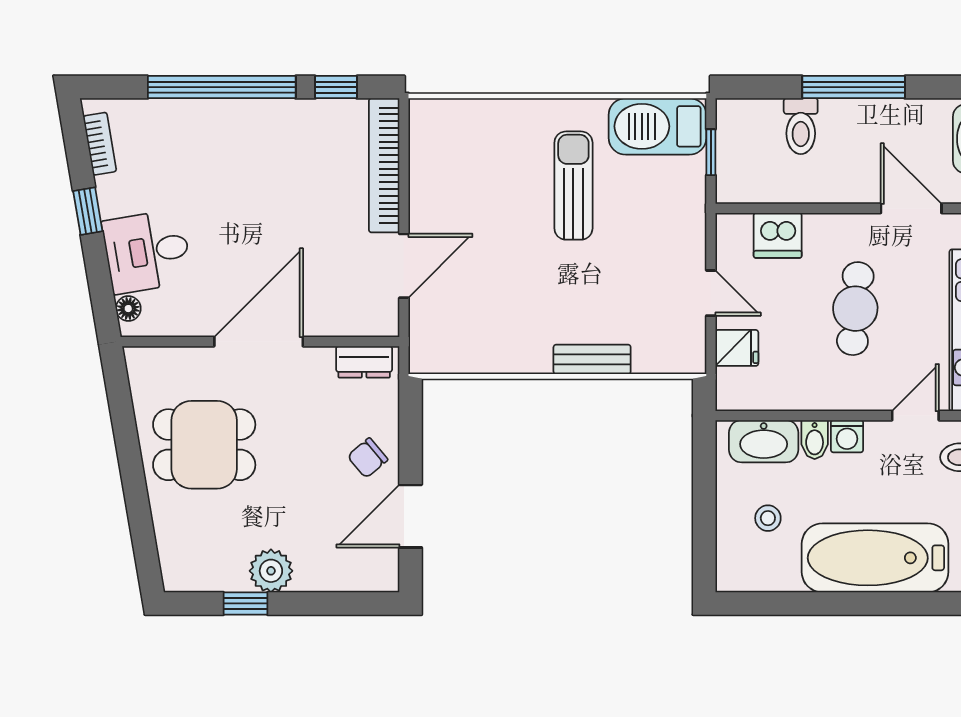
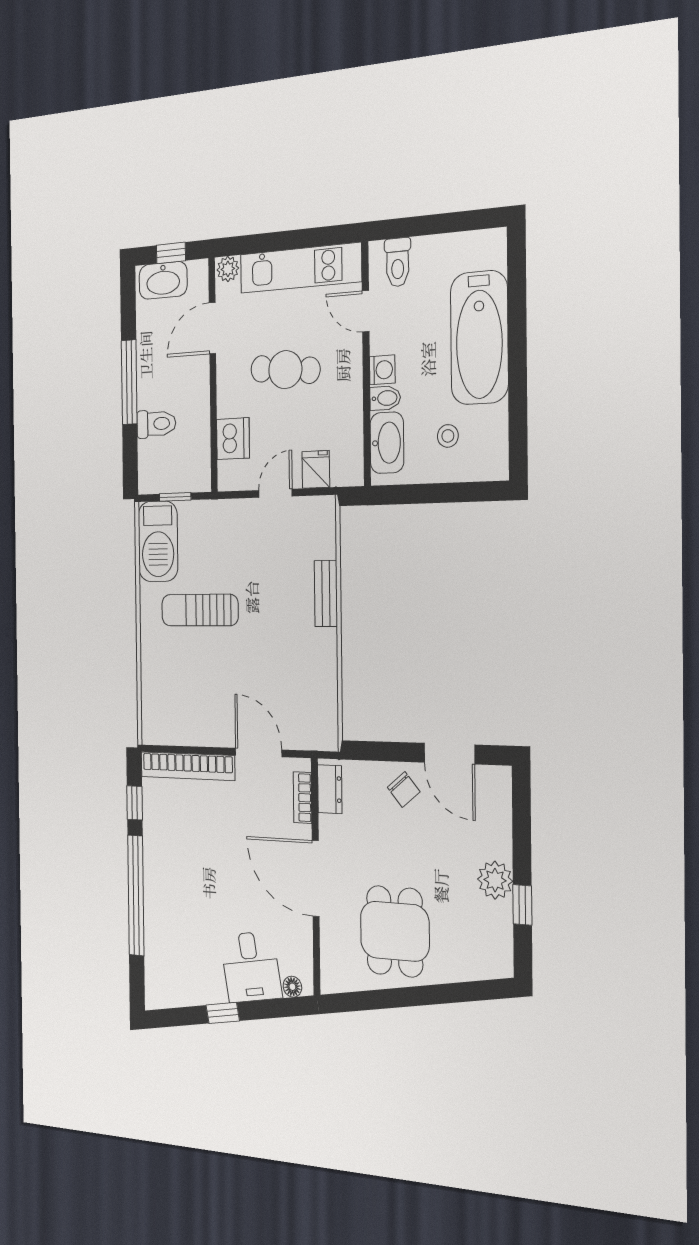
bookcase: (100, 144) -> (303, 798), moved, turned -80

